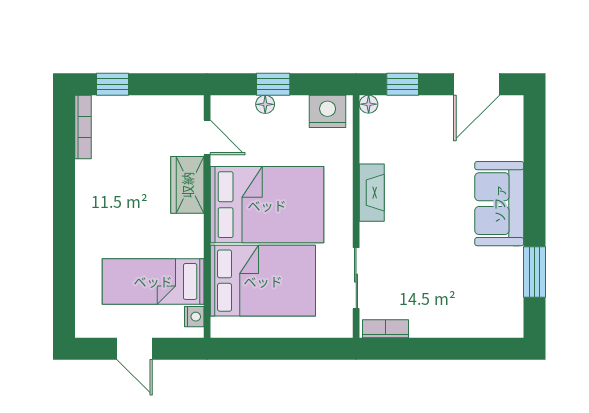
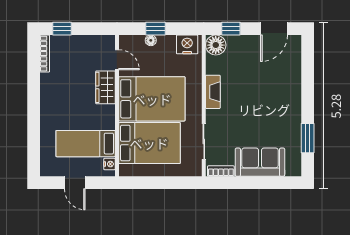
floor lamp: (369, 104) -> (216, 45), width x1.89, depth x1.89
sofa: (499, 204) -> (260, 162), moved, turned 90

